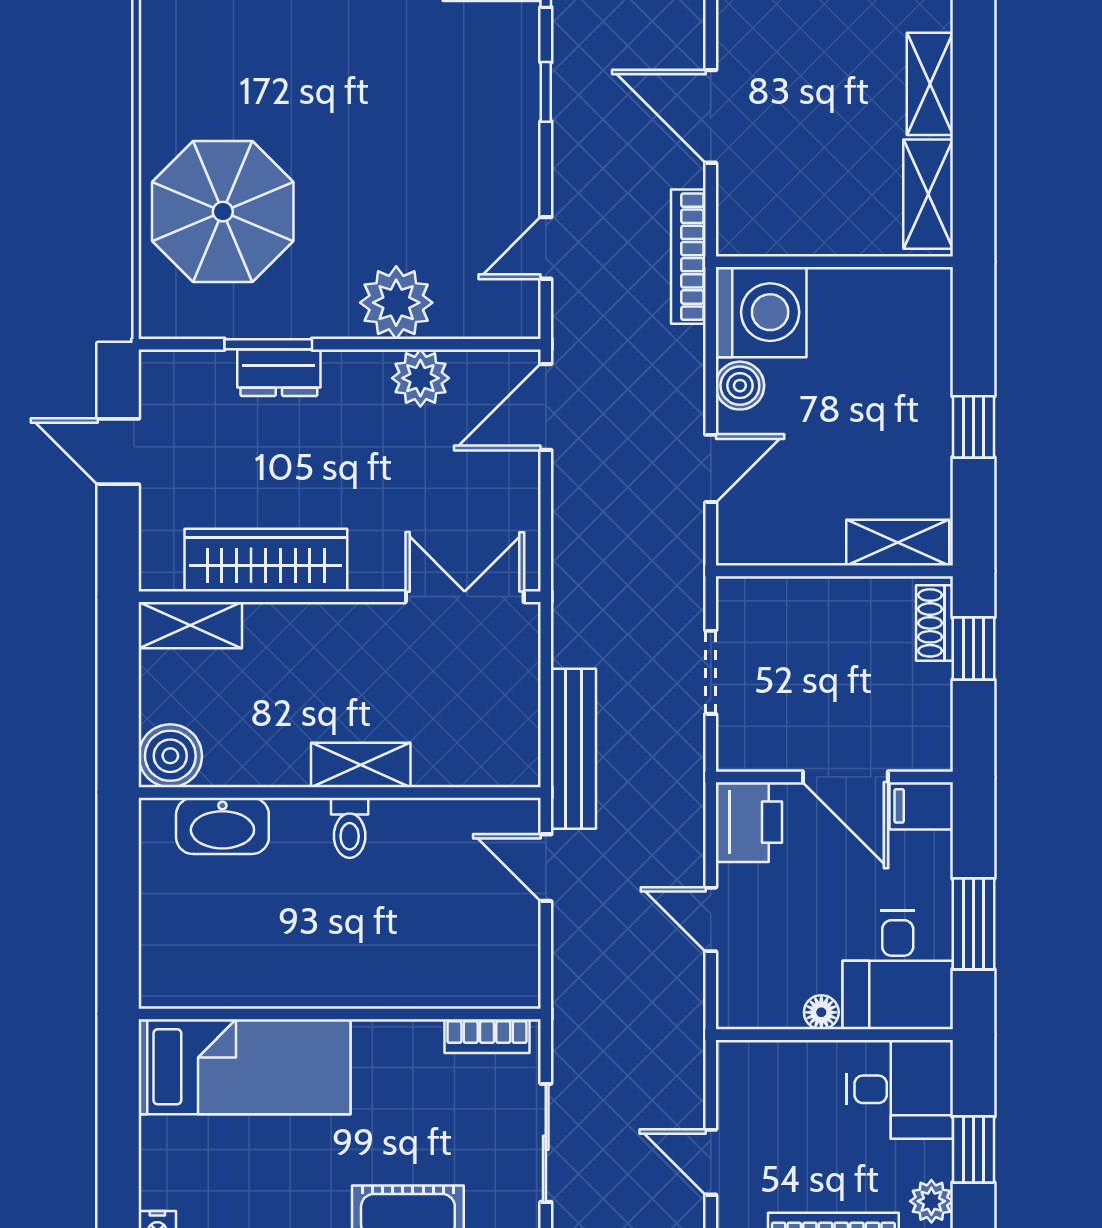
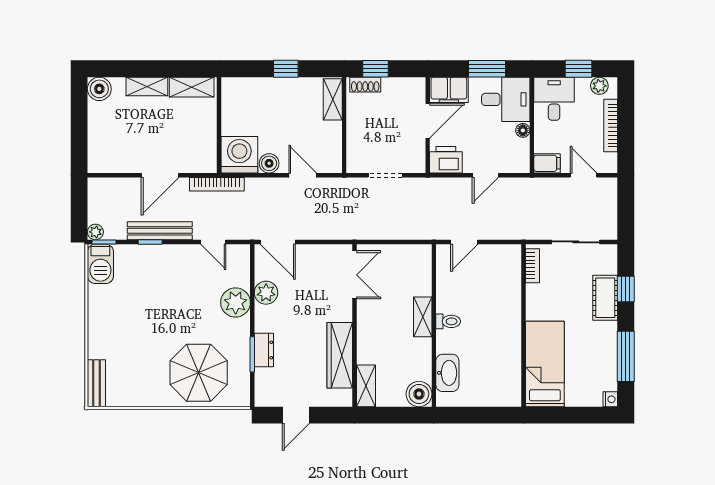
double door: (465, 597) -> (355, 275), swing flipped
bench: (573, 749) -> (160, 231), moved
filing cabinet: (921, 806) -> (449, 90), width x2.00
filing cabinet: (740, 1072) -> (547, 163), added
door: (711, 1162) -> (584, 175), swing flipped

